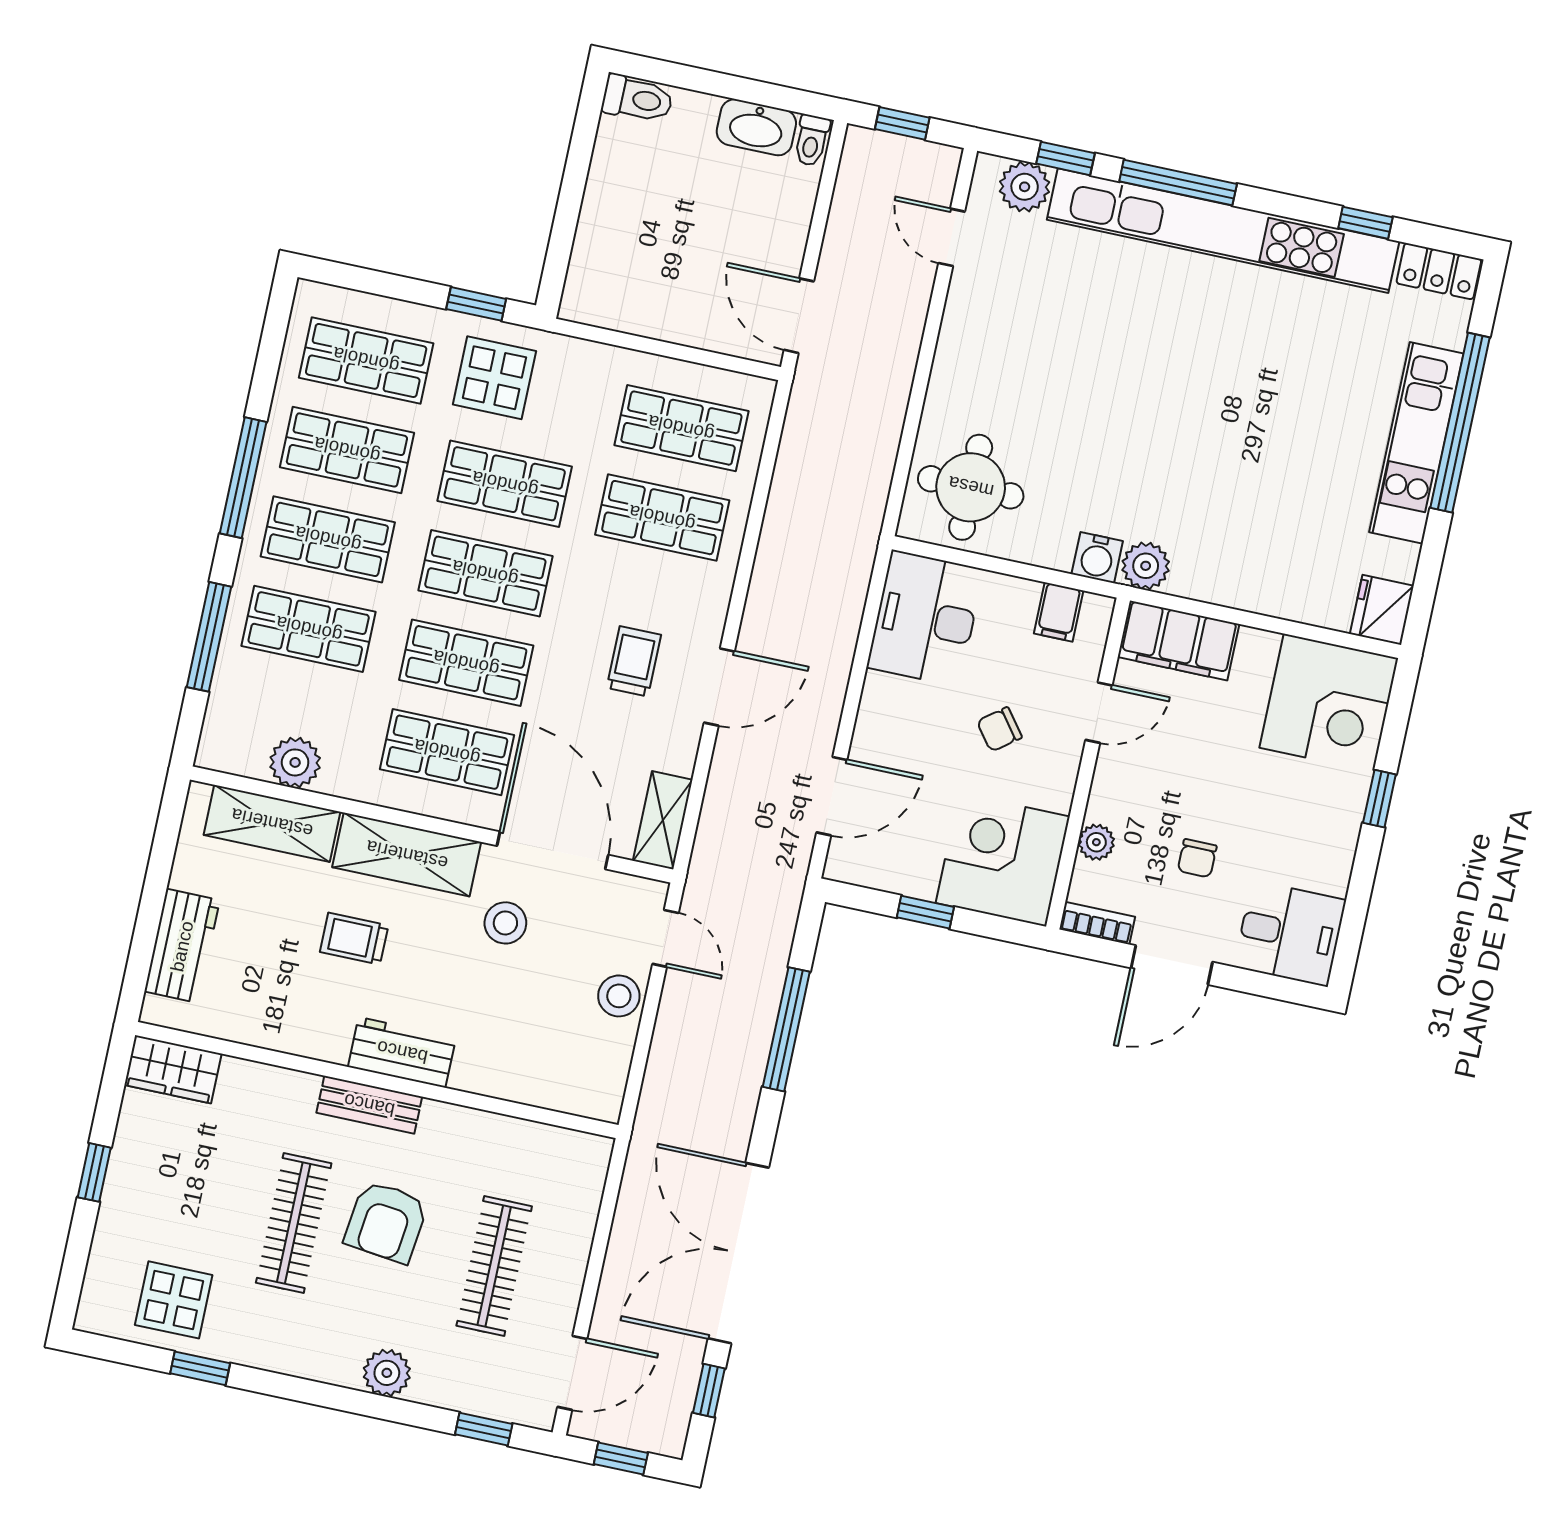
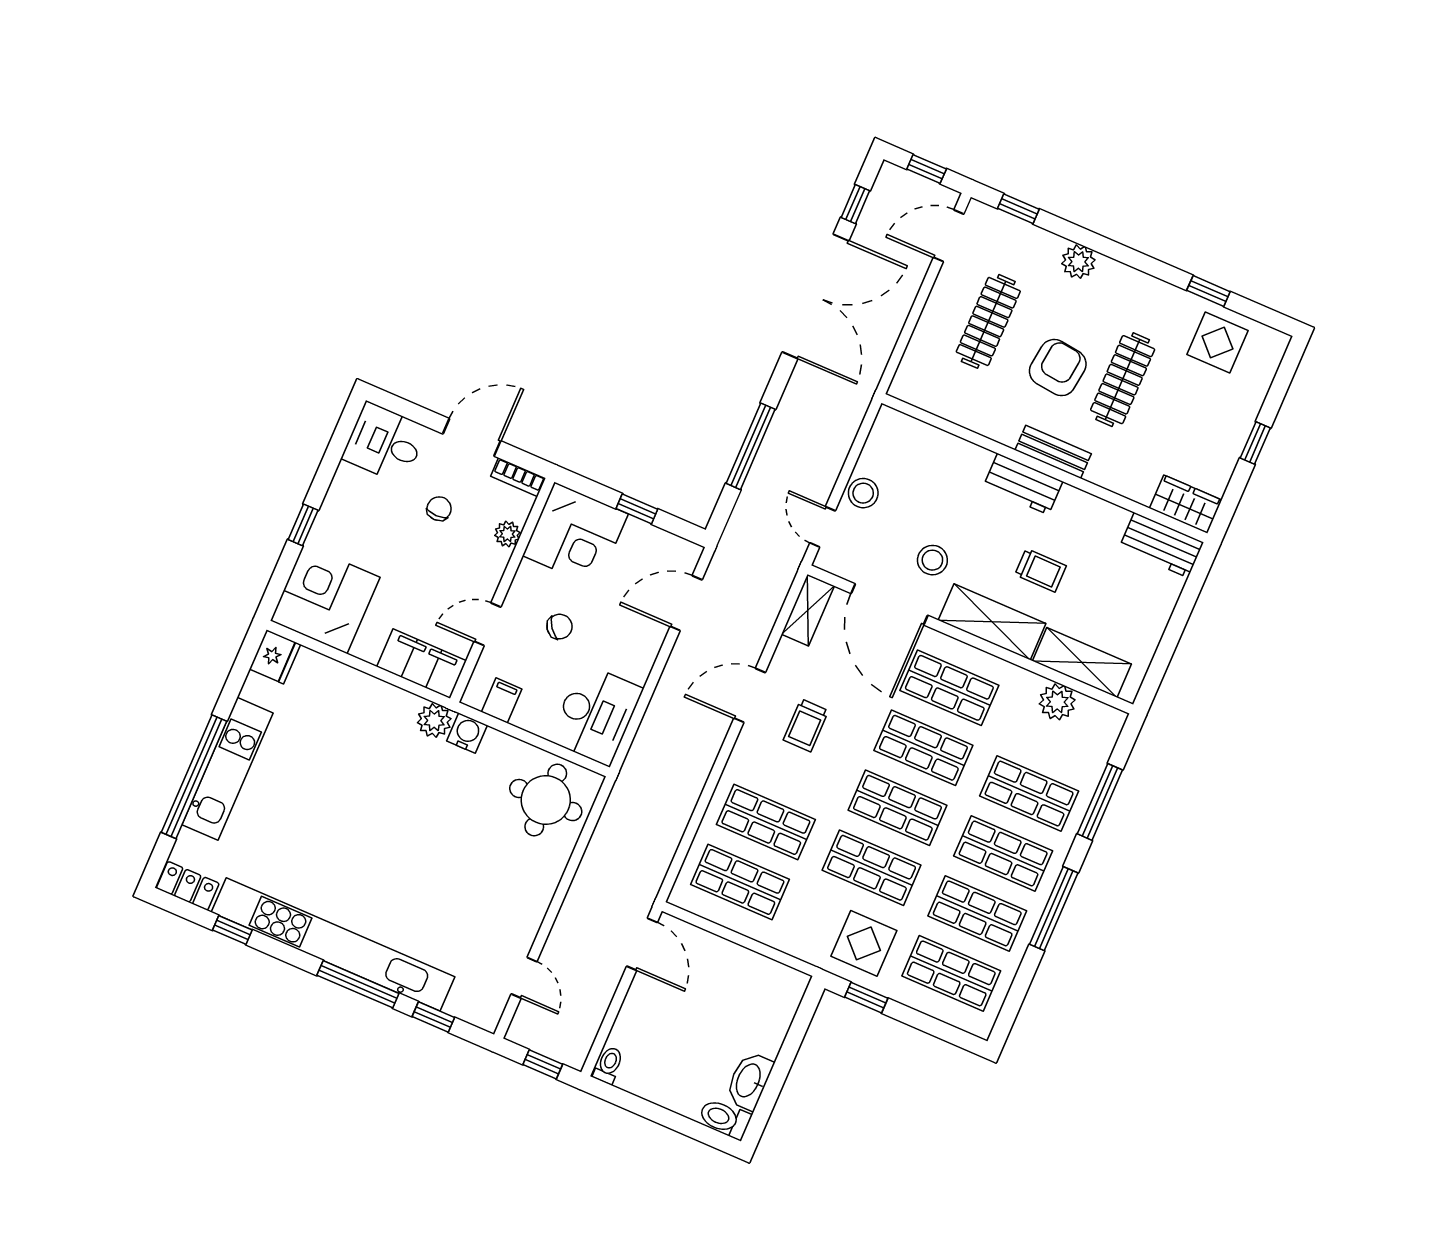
washbasin: (756, 127) -> (749, 1081), moved, turned -90
plant: (1025, 187) -> (466, 1003), removed
workbench: (182, 946) -> (1161, 545), moved, turned -90

